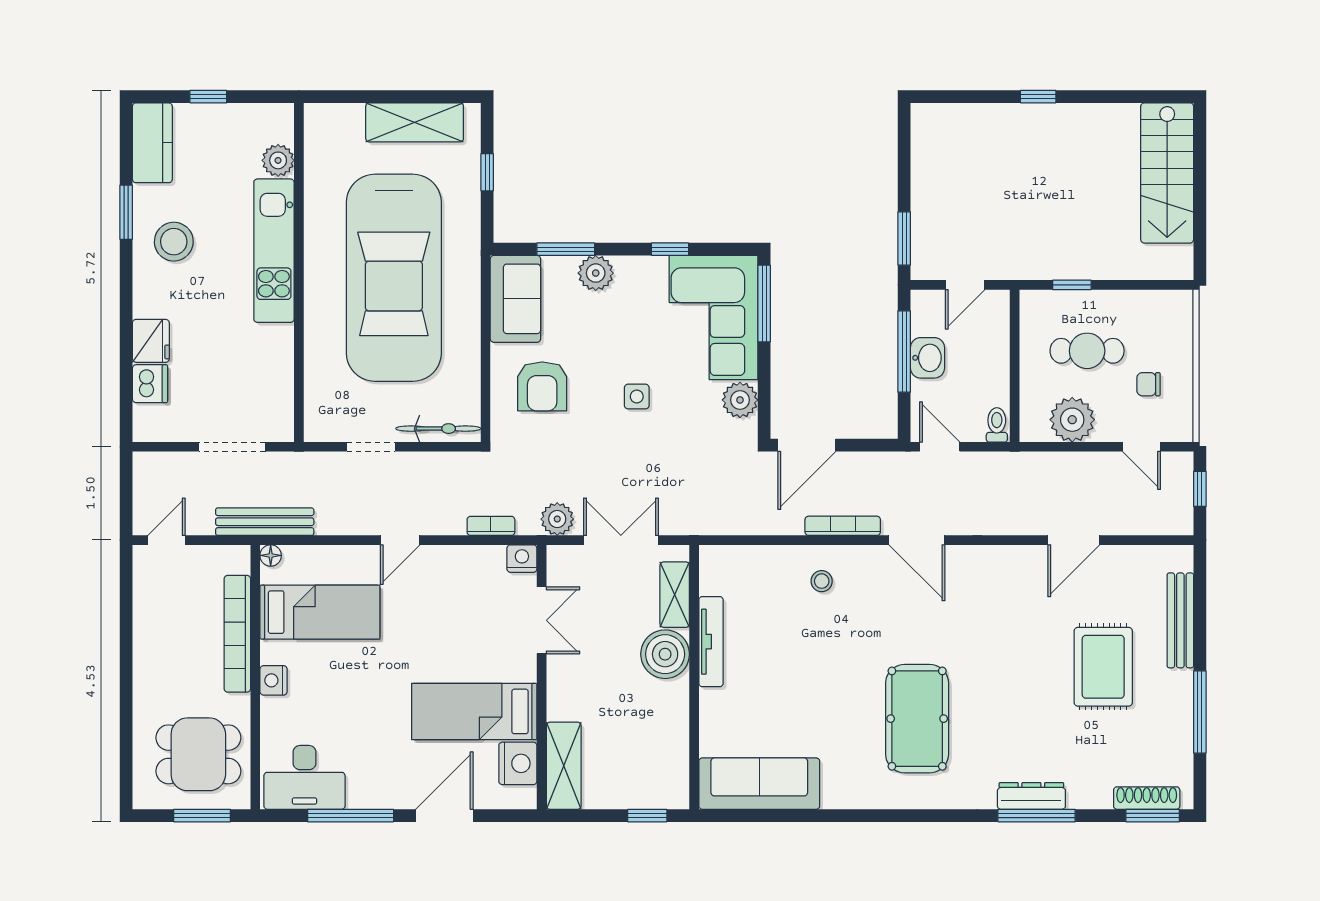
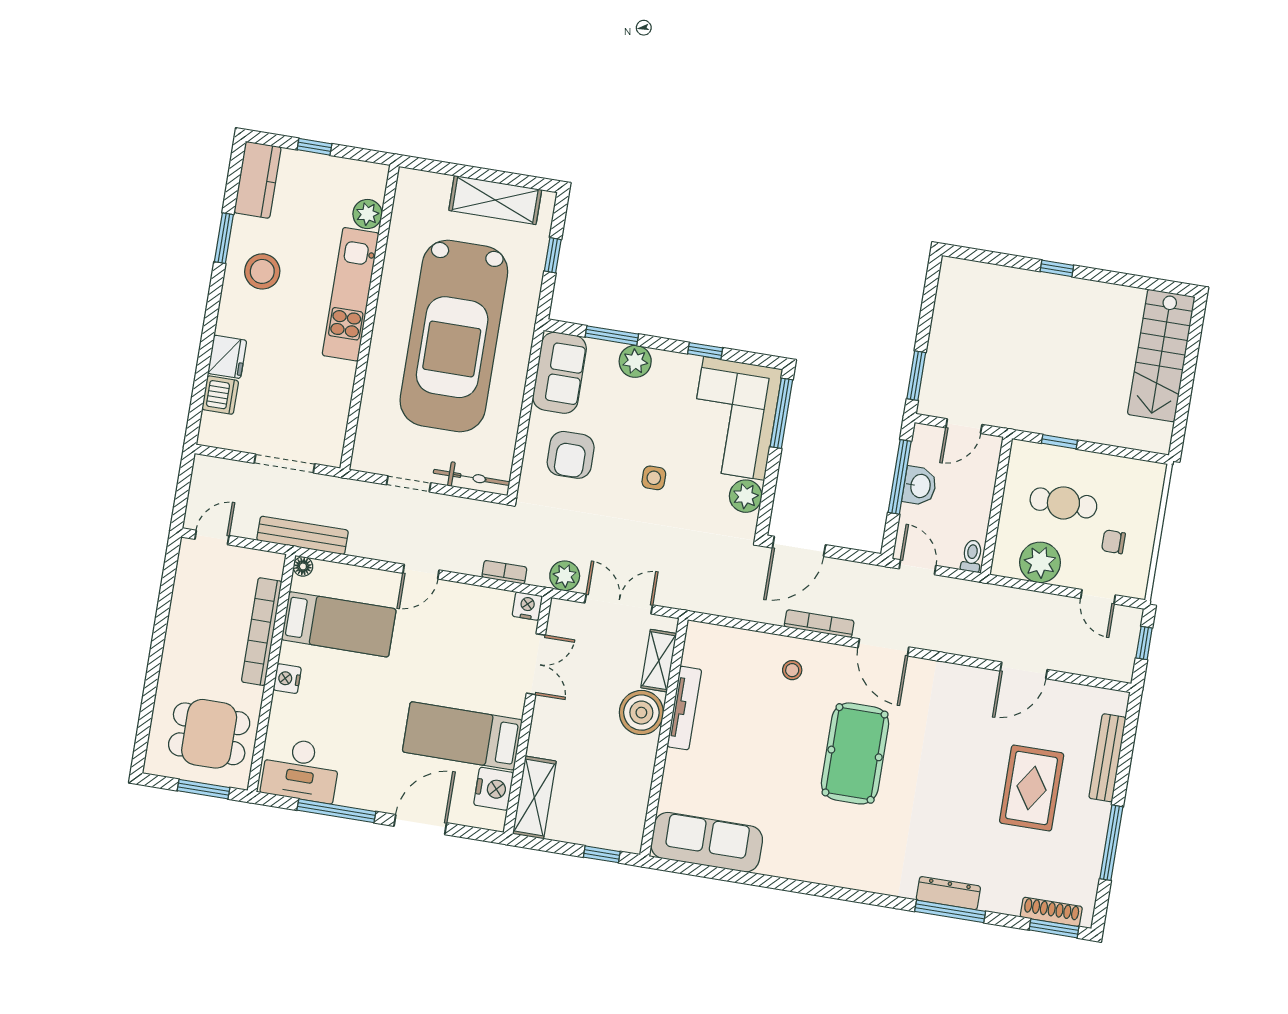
pool table: (917, 719) -> (855, 753), moved

